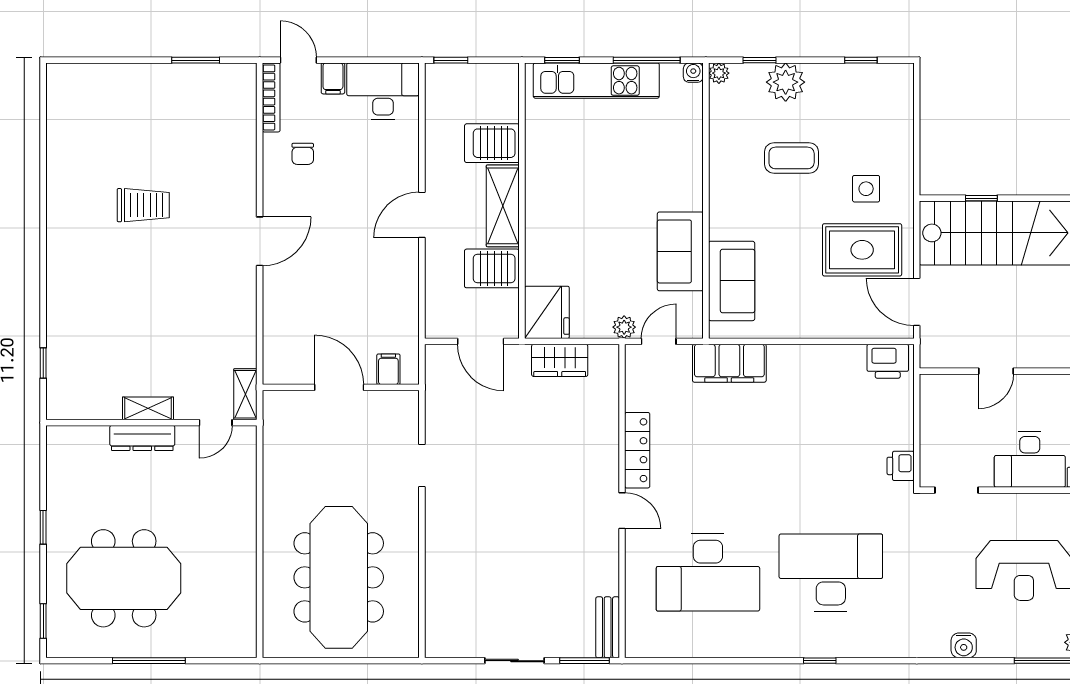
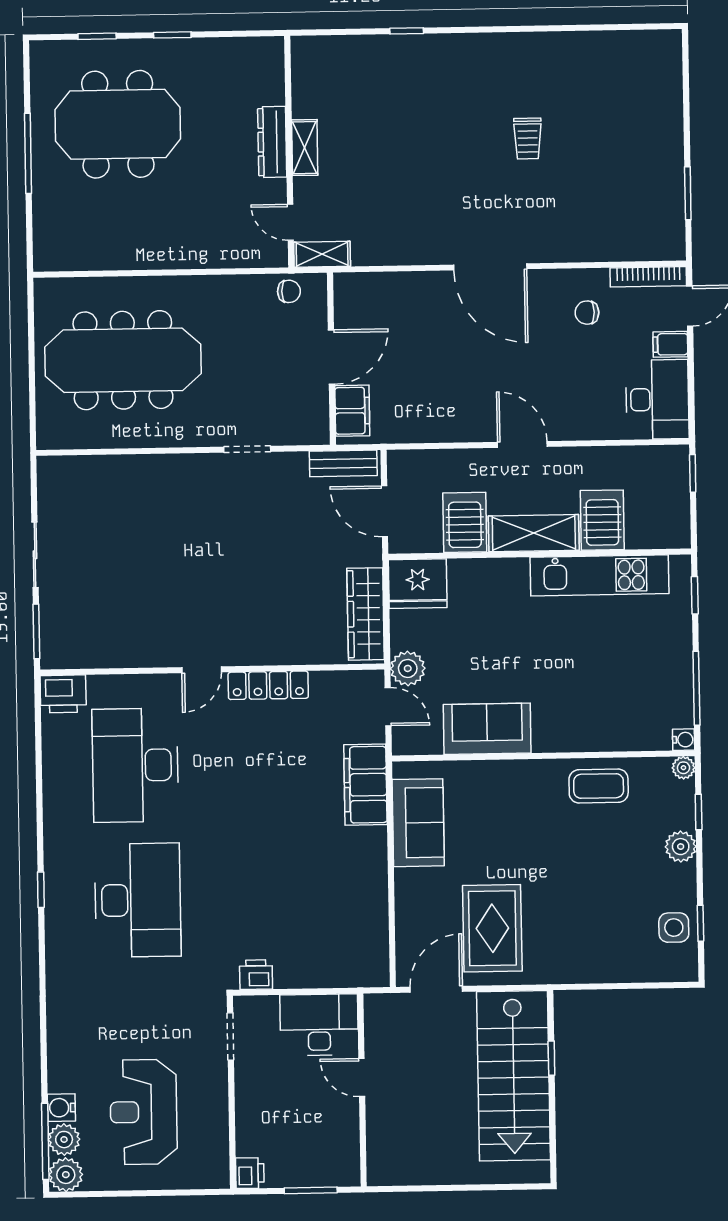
kitchen unit: (596, 81) -> (599, 575), moved, turned -90
plant: (786, 82) -> (681, 847), width x0.73, depth x0.73
coffee table: (792, 158) -> (599, 786), moved, turned 90
side table: (866, 189) -> (674, 928), moved
trolley: (143, 205) -> (528, 139), width x0.73, depth x0.72
door: (260, 241) -> (490, 267), width x1.36
sofa: (732, 281) -> (418, 823), moved, turned -90
plant: (624, 327) -> (408, 668), width x1.38, depth x1.38
door: (481, 341) -> (385, 511), hinge flipped
wardrobe: (560, 360) -> (366, 614), width x1.50
printer: (888, 361) -> (63, 694), moved, turned -90
window: (43, 363) -> (407, 31), moved
filing cabinet: (388, 369) -> (352, 411), width x2.00
chair: (279, 425) -> (289, 291), added
desk: (1030, 460) -> (319, 1025), moved, turned 90
meeting table: (124, 578) -> (118, 124), turned 90
window: (43, 621) -> (97, 36), moved
bench: (608, 627) -> (343, 463), moved
plant: (1048, 643) -> (64, 1140), added
water cooler: (964, 645) -> (61, 1108), moved

